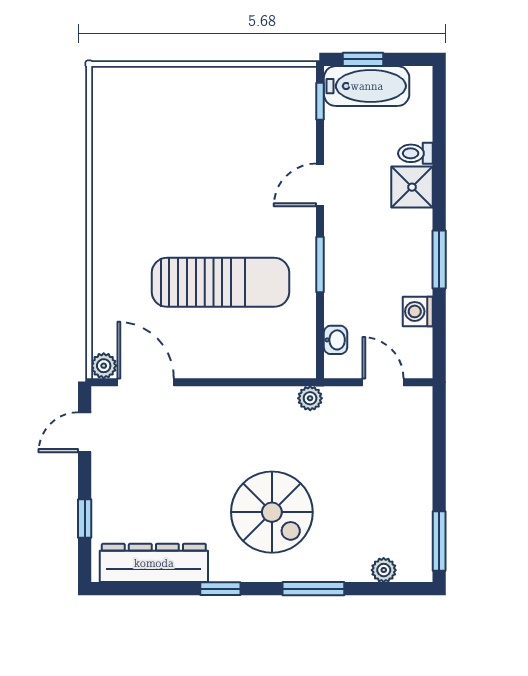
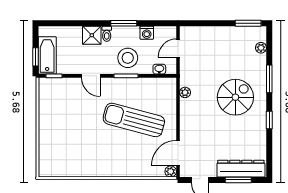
toilet: (415, 153) -> (107, 34), moved
stool: (361, 268) -> (128, 58), added
sun lounger: (220, 282) -> (134, 120), turned -75
plant: (310, 398) -> (185, 92), moved
window: (85, 519) -> (238, 180), width x1.50
dresser: (154, 563) -> (241, 169), moved, turned 90

